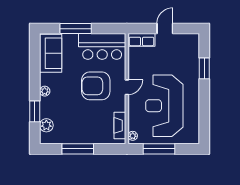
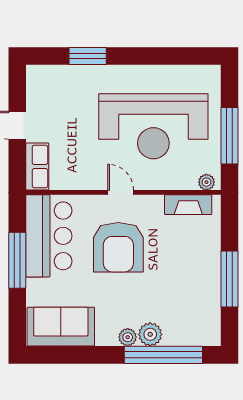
window: (76, 29) -> (17, 260), moved
window: (35, 111) -> (163, 355), width x2.11
plant: (46, 125) -> (150, 334), moved

